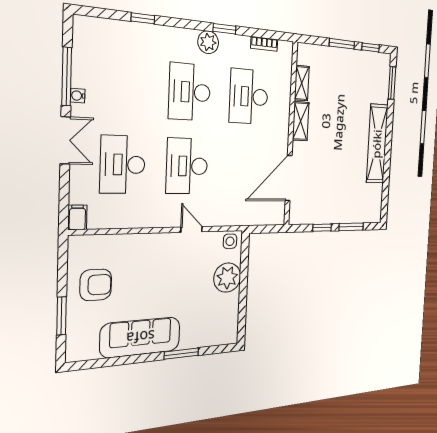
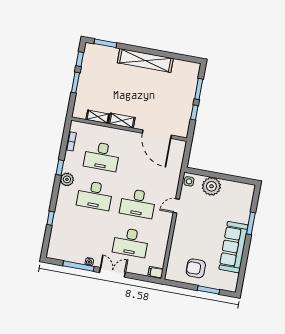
armchair: (96, 285) -> (196, 268), turned -90

